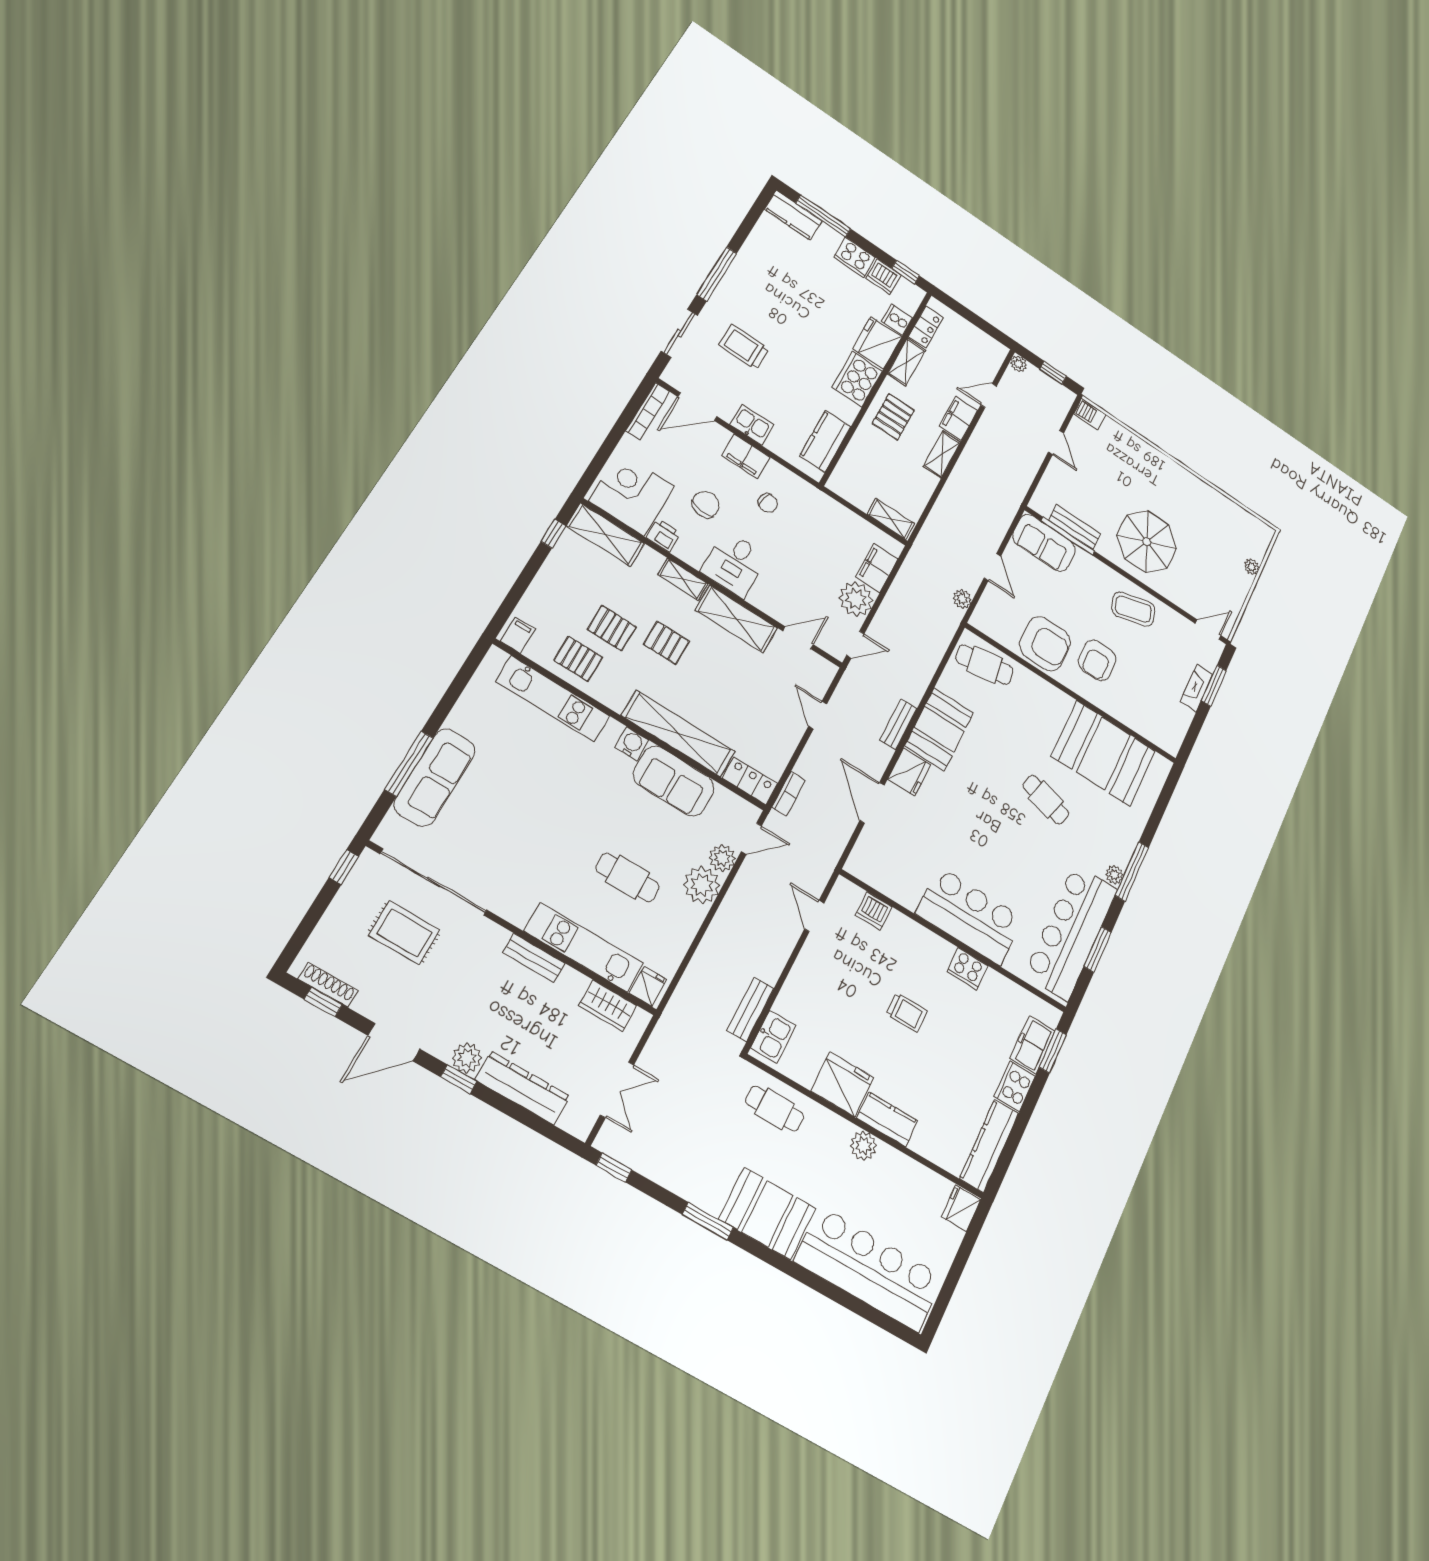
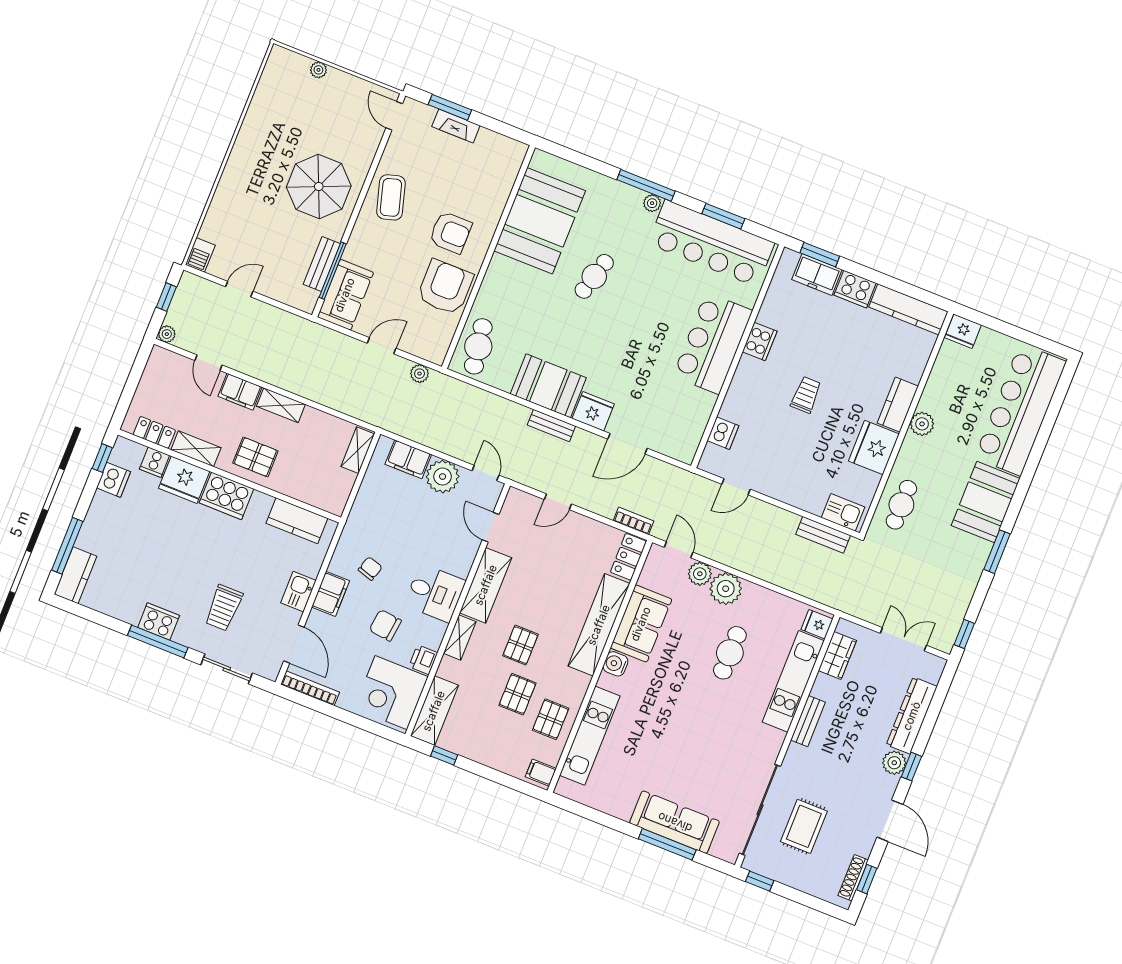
cooker: (855, 257) -> (159, 621), moved, turned -90

